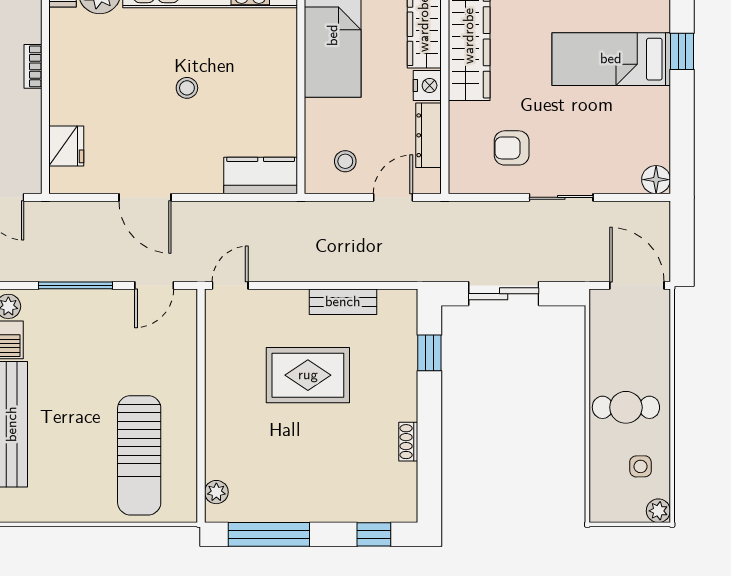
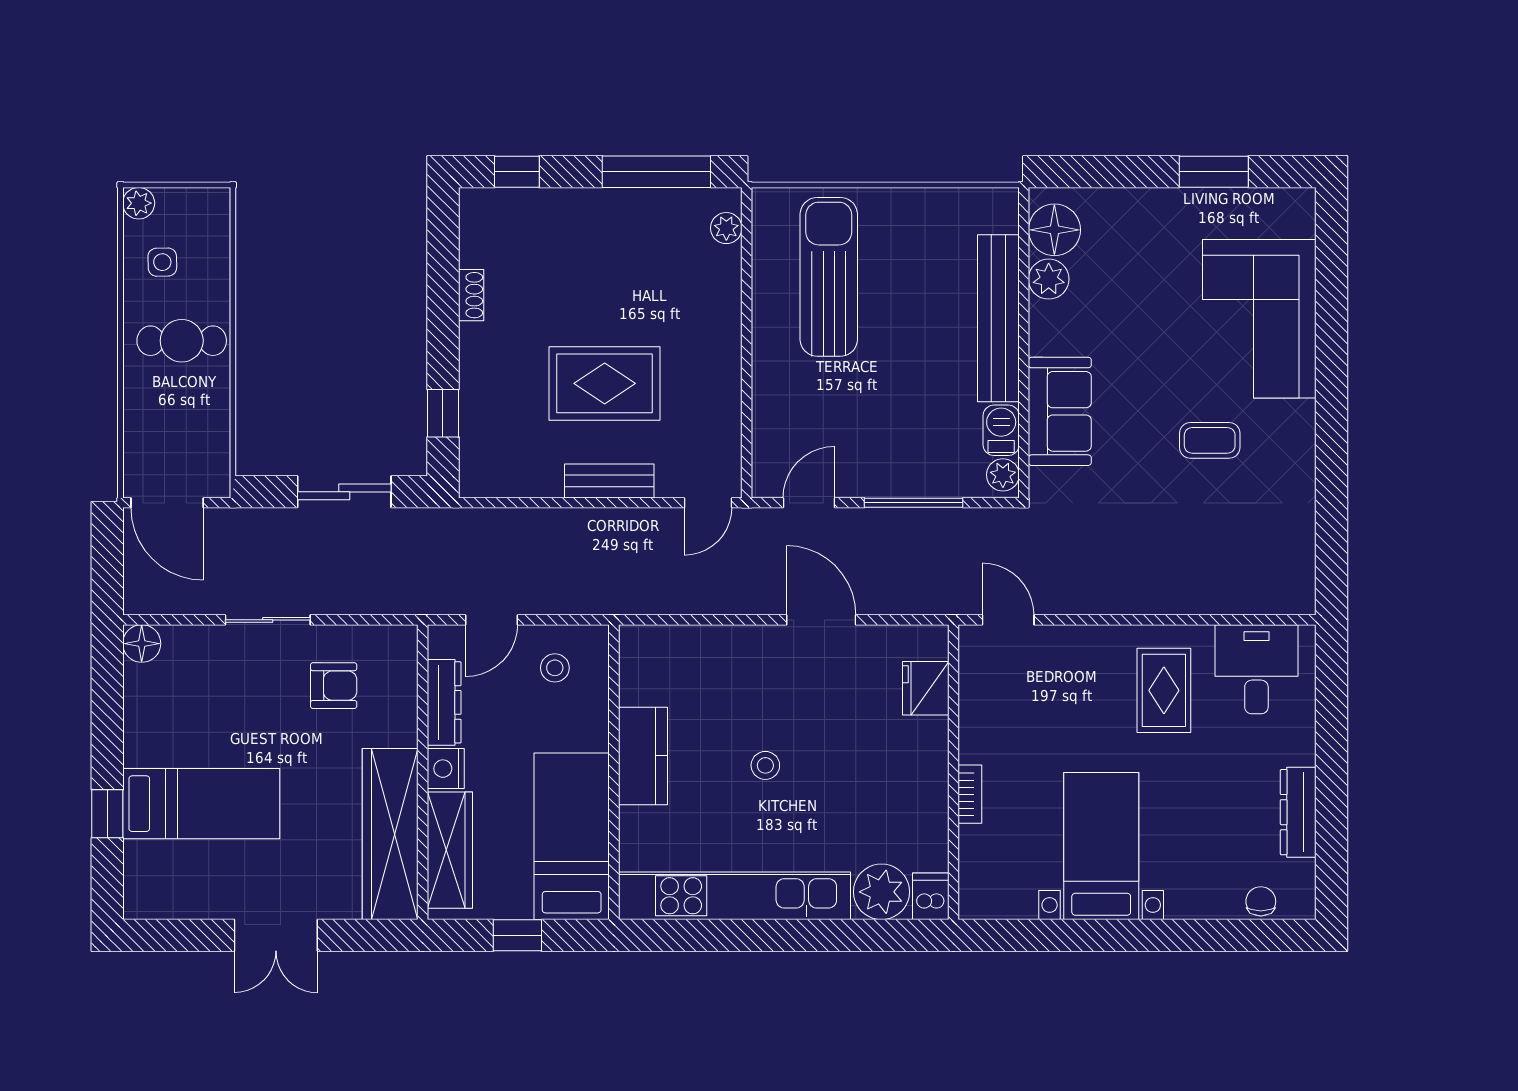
kitchen counter: (261, 175) -> (643, 756), moved, turned -90
bench: (343, 302) -> (609, 481), moved

